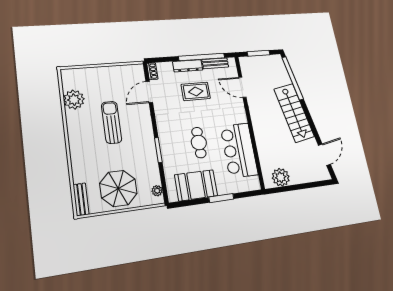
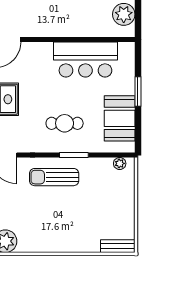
sun lounger: (112, 122) -> (54, 177), moved
cafe table: (199, 143) -> (65, 123), moved
parasol: (118, 188) -> (111, 205), removed

